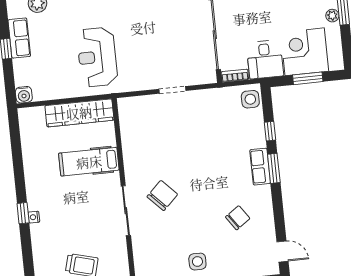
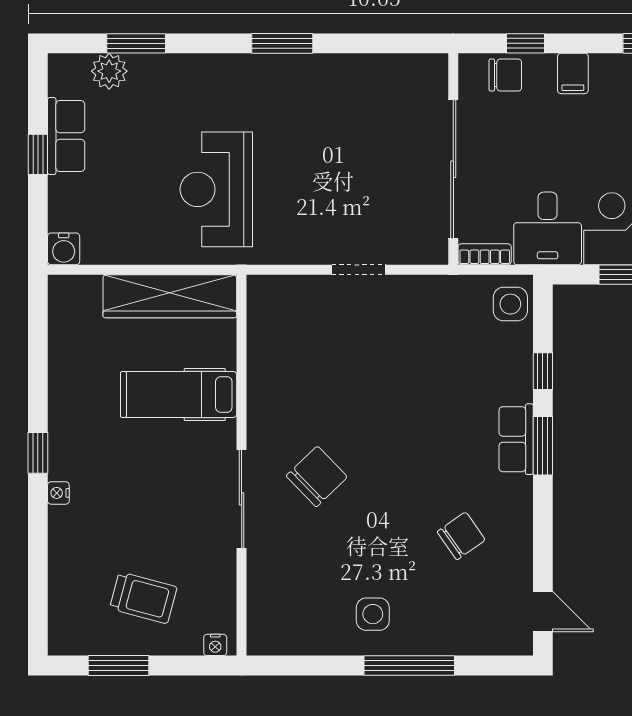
window: (23, 213) -> (38, 453), moved

